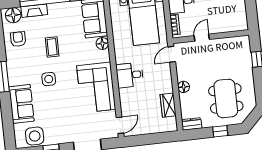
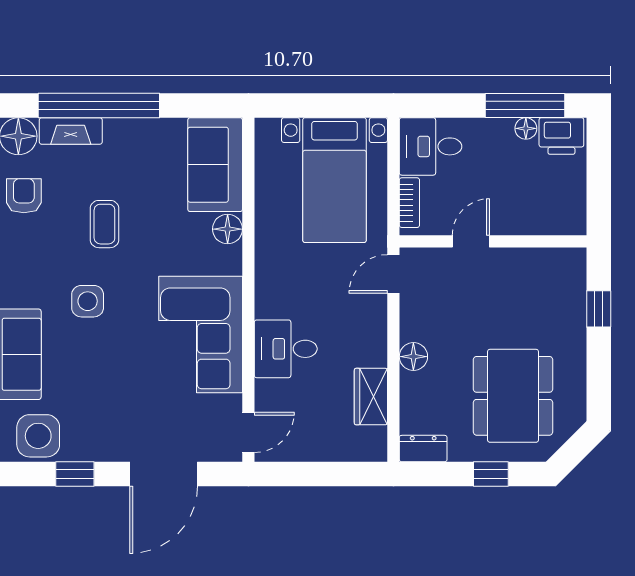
desk: (130, 75) -> (286, 349), moved

